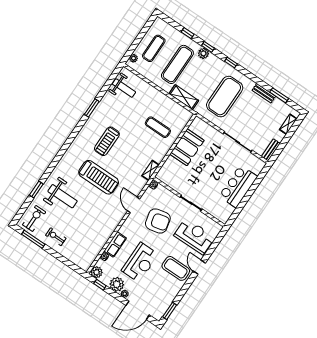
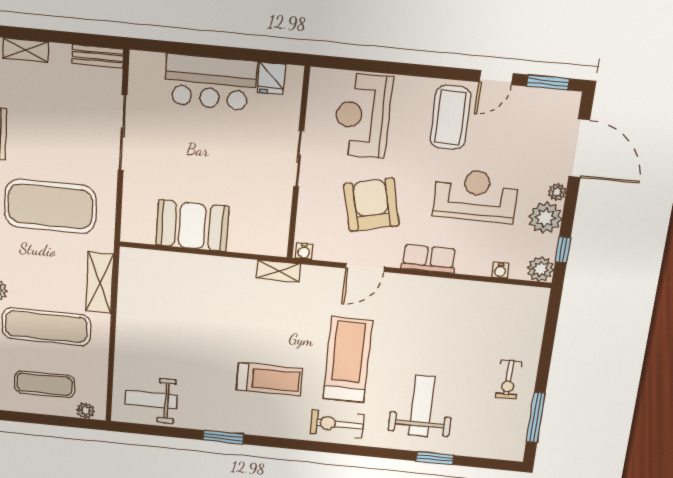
weight bench: (124, 88) -> (151, 399), turned -90
exercise mat: (158, 127) -> (187, 301), removed
fridge: (227, 210) -> (271, 78), added
exercise bike: (34, 218) -> (337, 424), moved
row of seats: (115, 244) -> (429, 259), moved
door: (199, 267) -> (496, 78), moved

